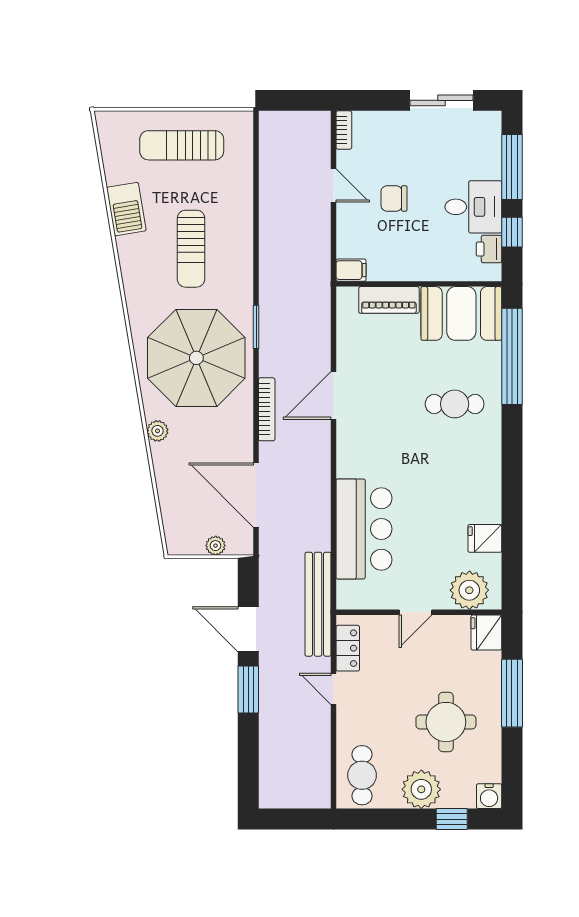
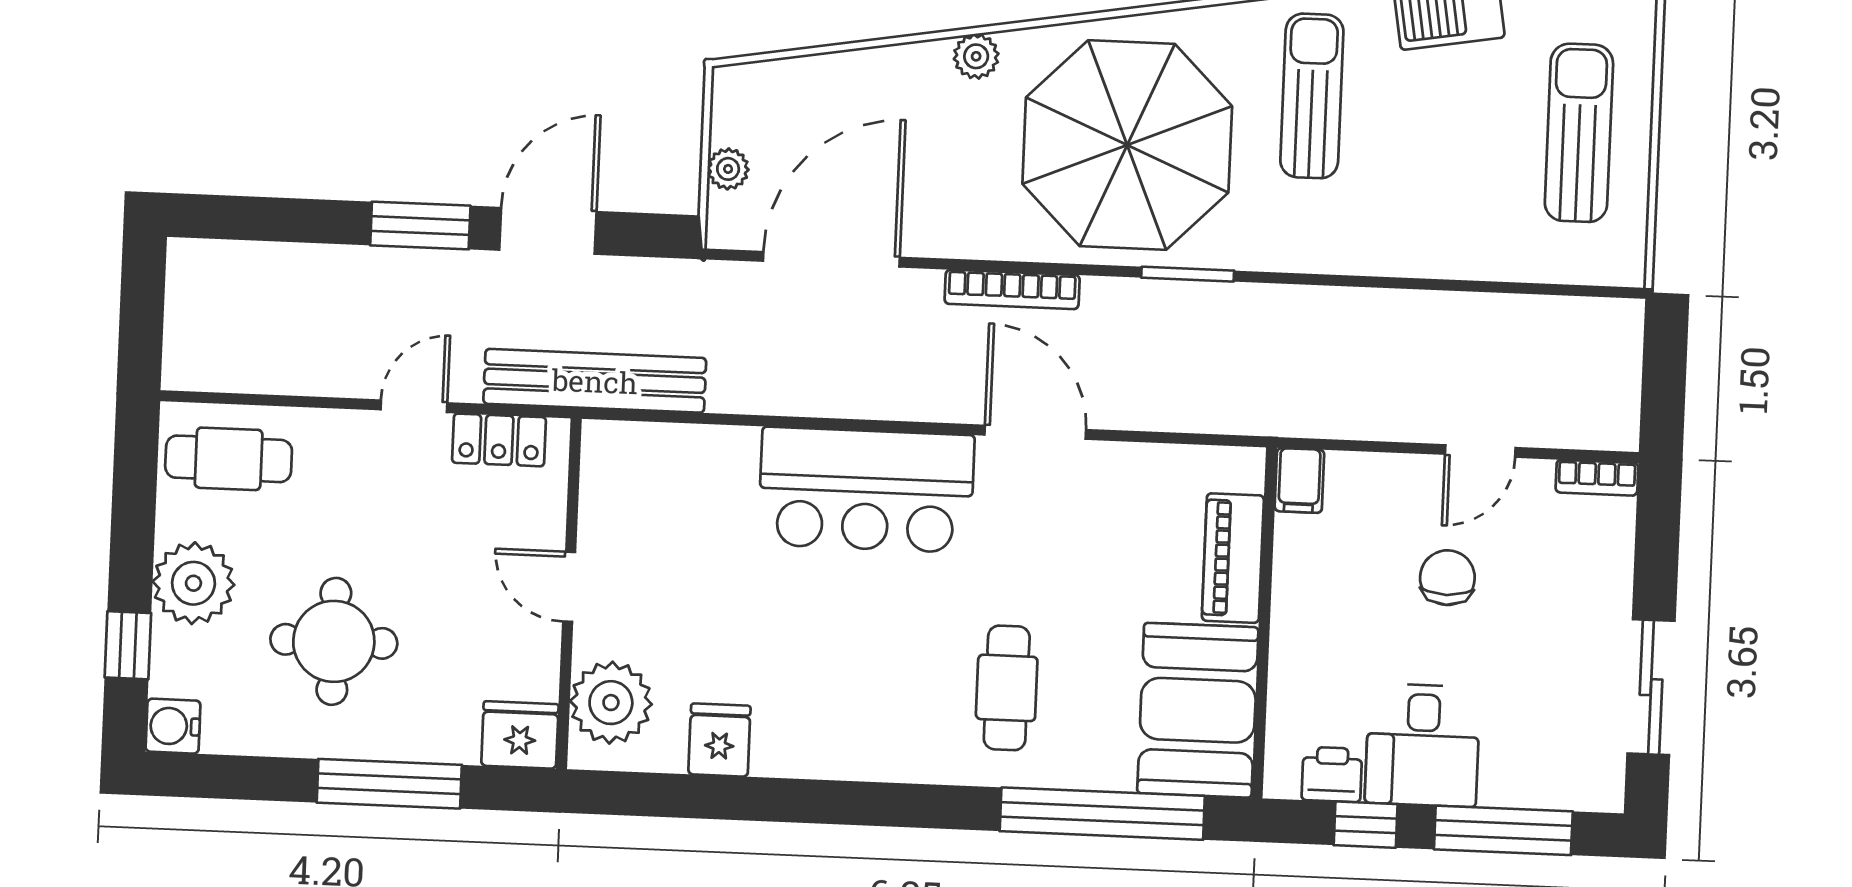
sun lounger: (191, 249) -> (1312, 96), moved, turned 90
bar counter: (364, 529) -> (866, 490), moved

